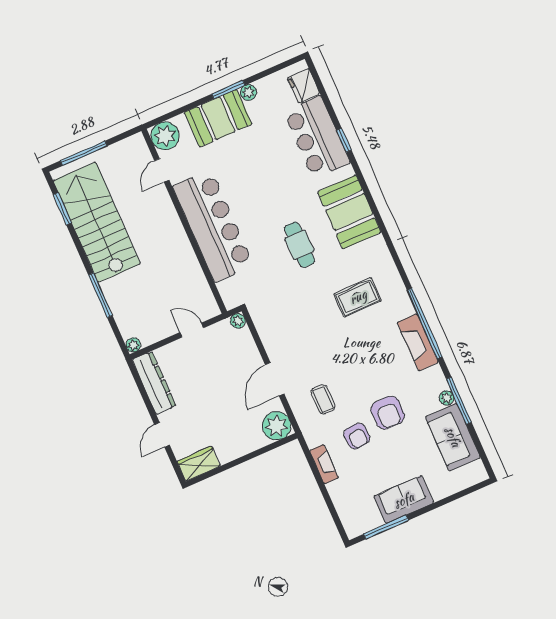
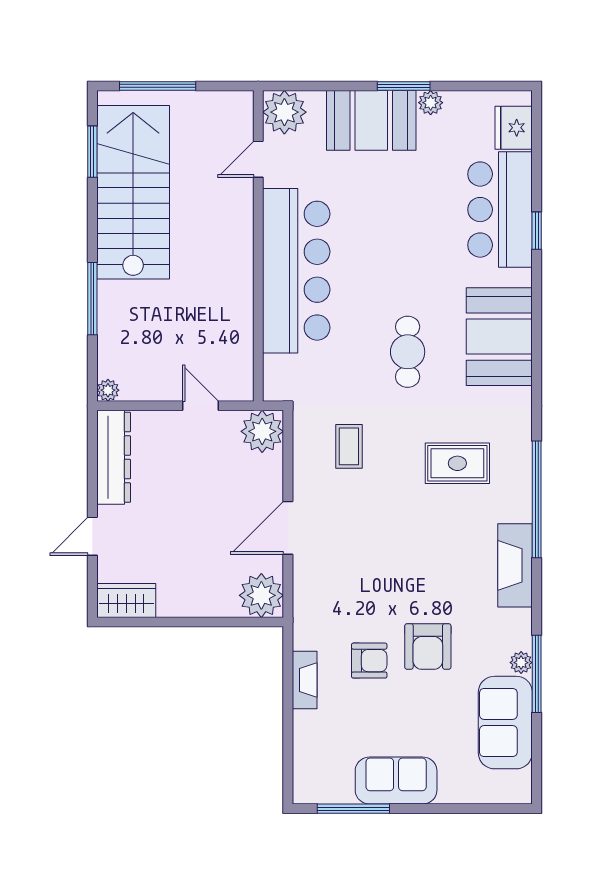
plant: (238, 321) -> (262, 431), width x1.88, depth x1.88
window: (425, 324) -> (537, 499), moved
coffee table: (323, 399) -> (349, 446), moved
armchair: (357, 436) -> (369, 661), turned -85

